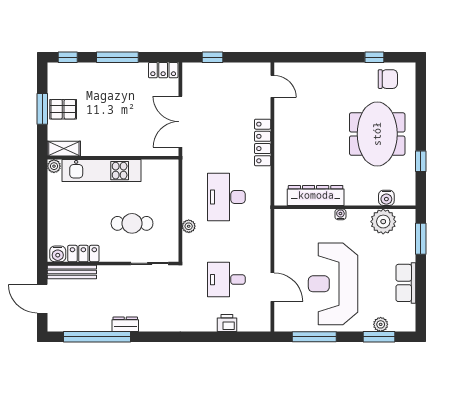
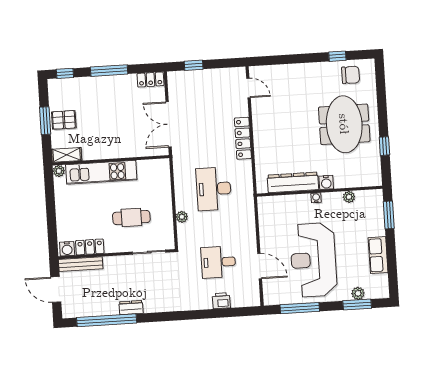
water cooler: (386, 198) -> (326, 182), moved
plant: (383, 222) -> (349, 197), width x0.53, depth x0.53

